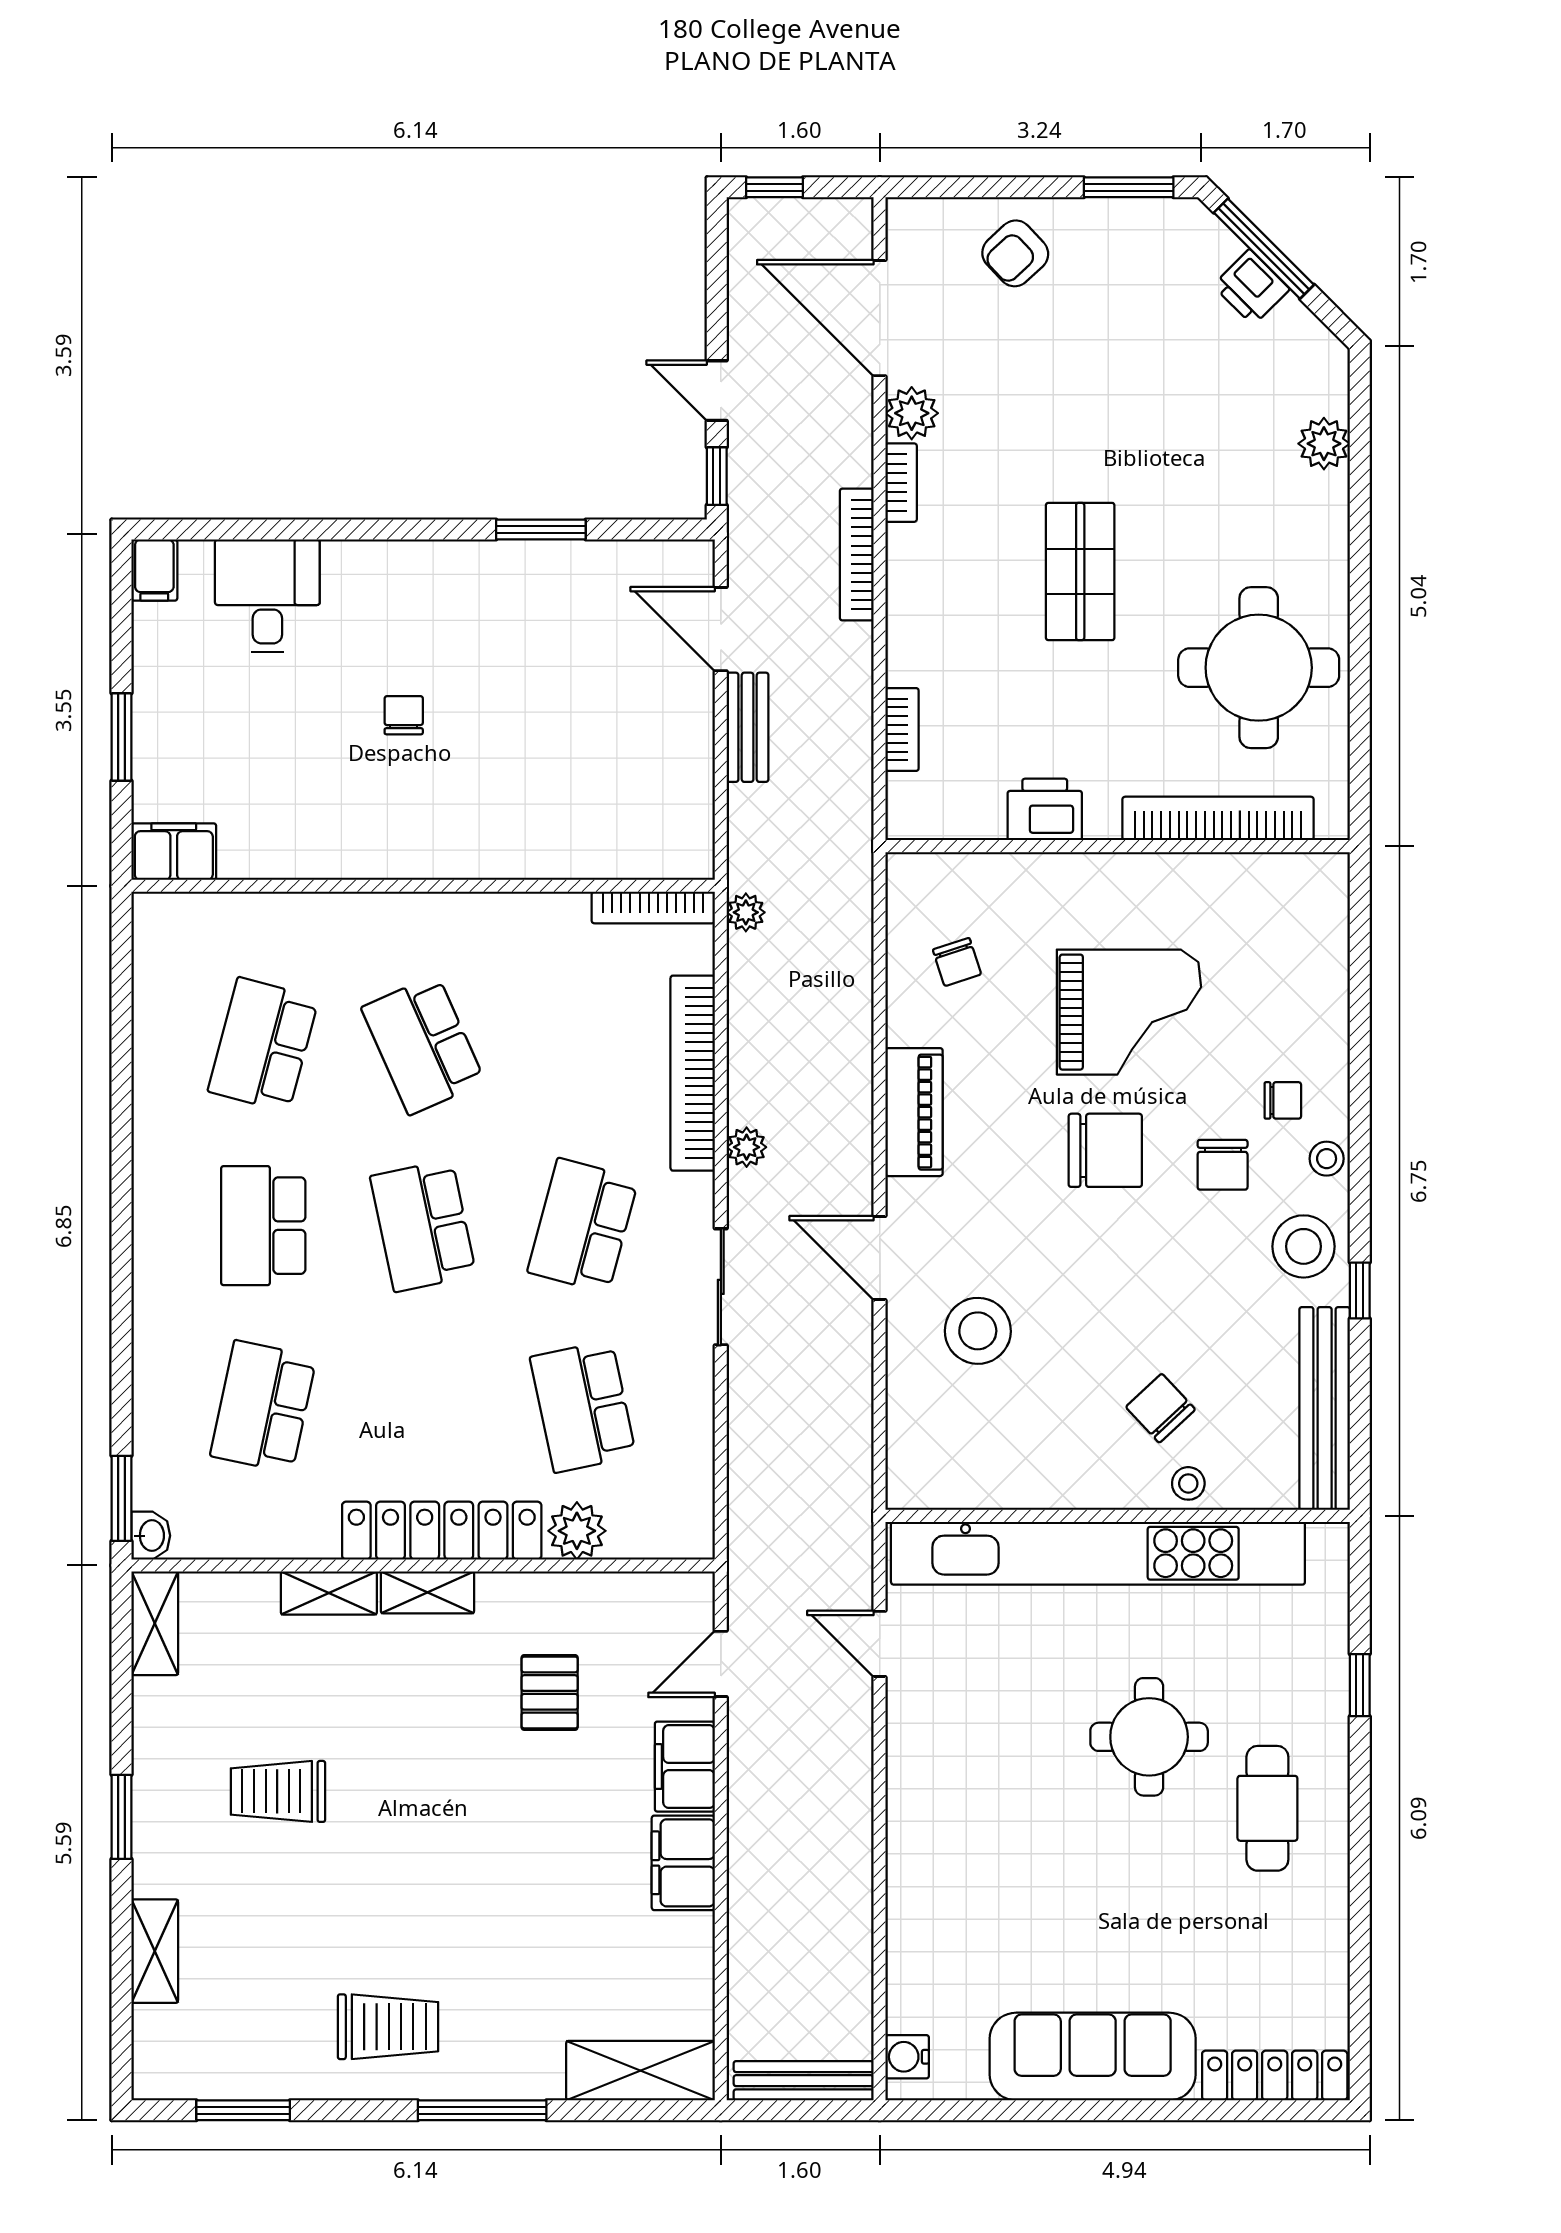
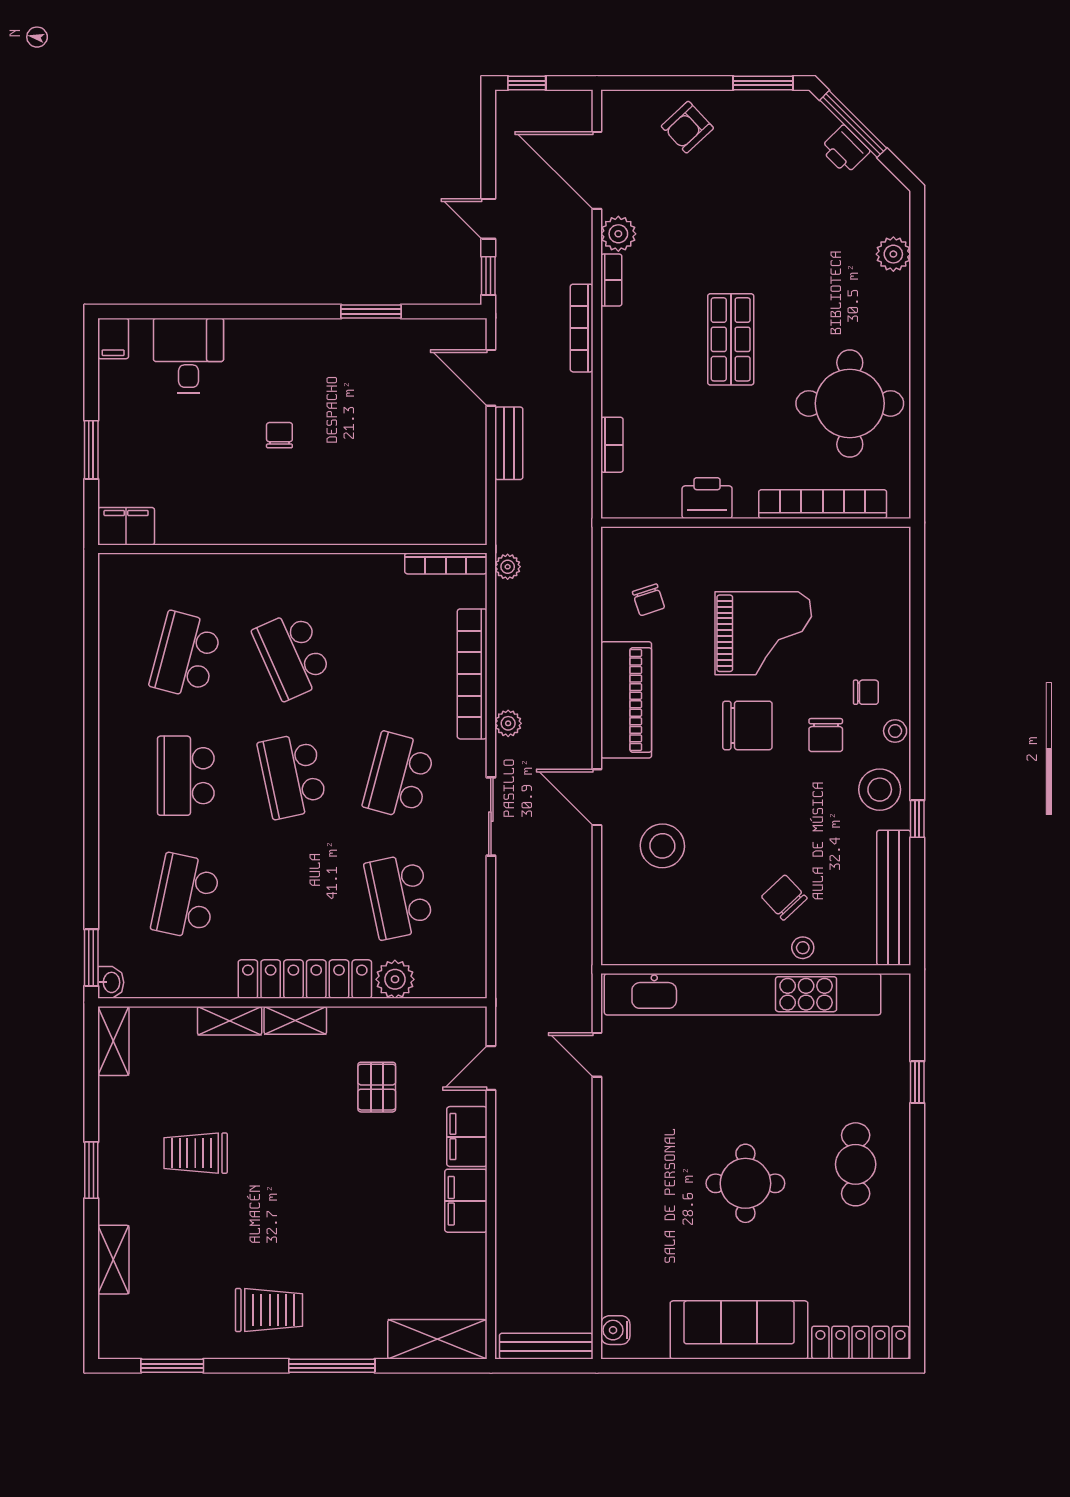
piano: (914, 1112) -> (626, 700), width x1.37, depth x1.33
round table: (1149, 1737) -> (745, 1183), moved

